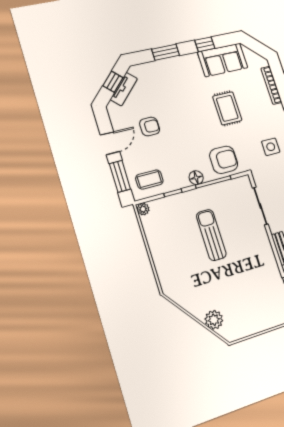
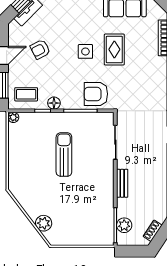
armchair: (150, 127) -> (40, 49), turned 153
side table: (271, 147) -> (85, 51), moved
armchair: (224, 160) -> (96, 94), turned 180
floor lamp: (196, 178) -> (54, 103), moved

